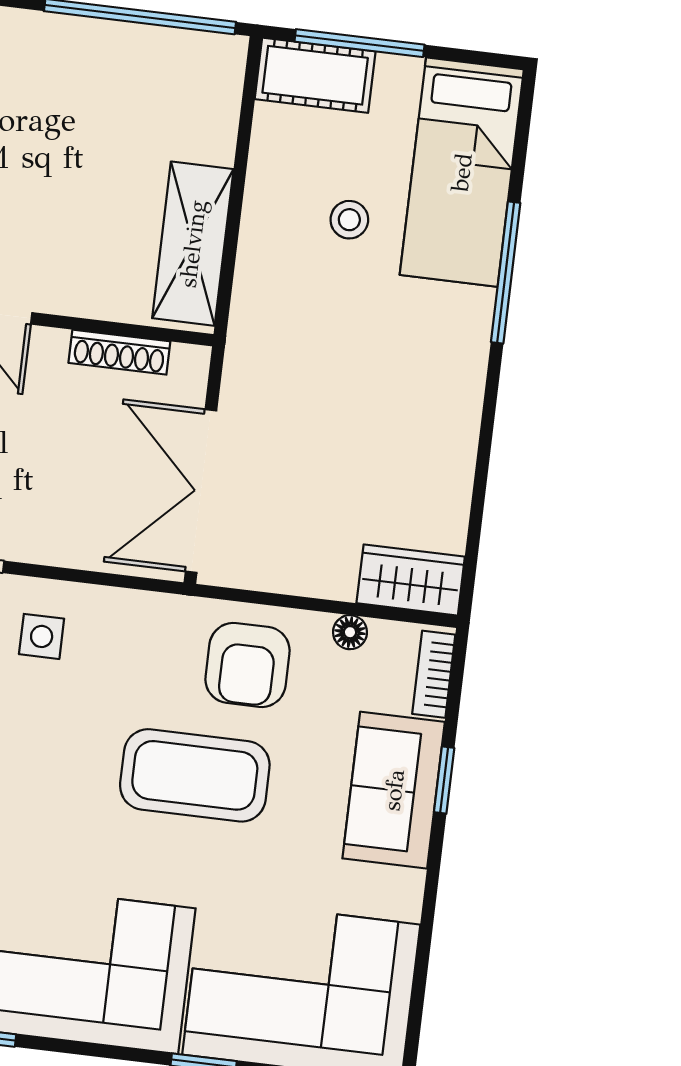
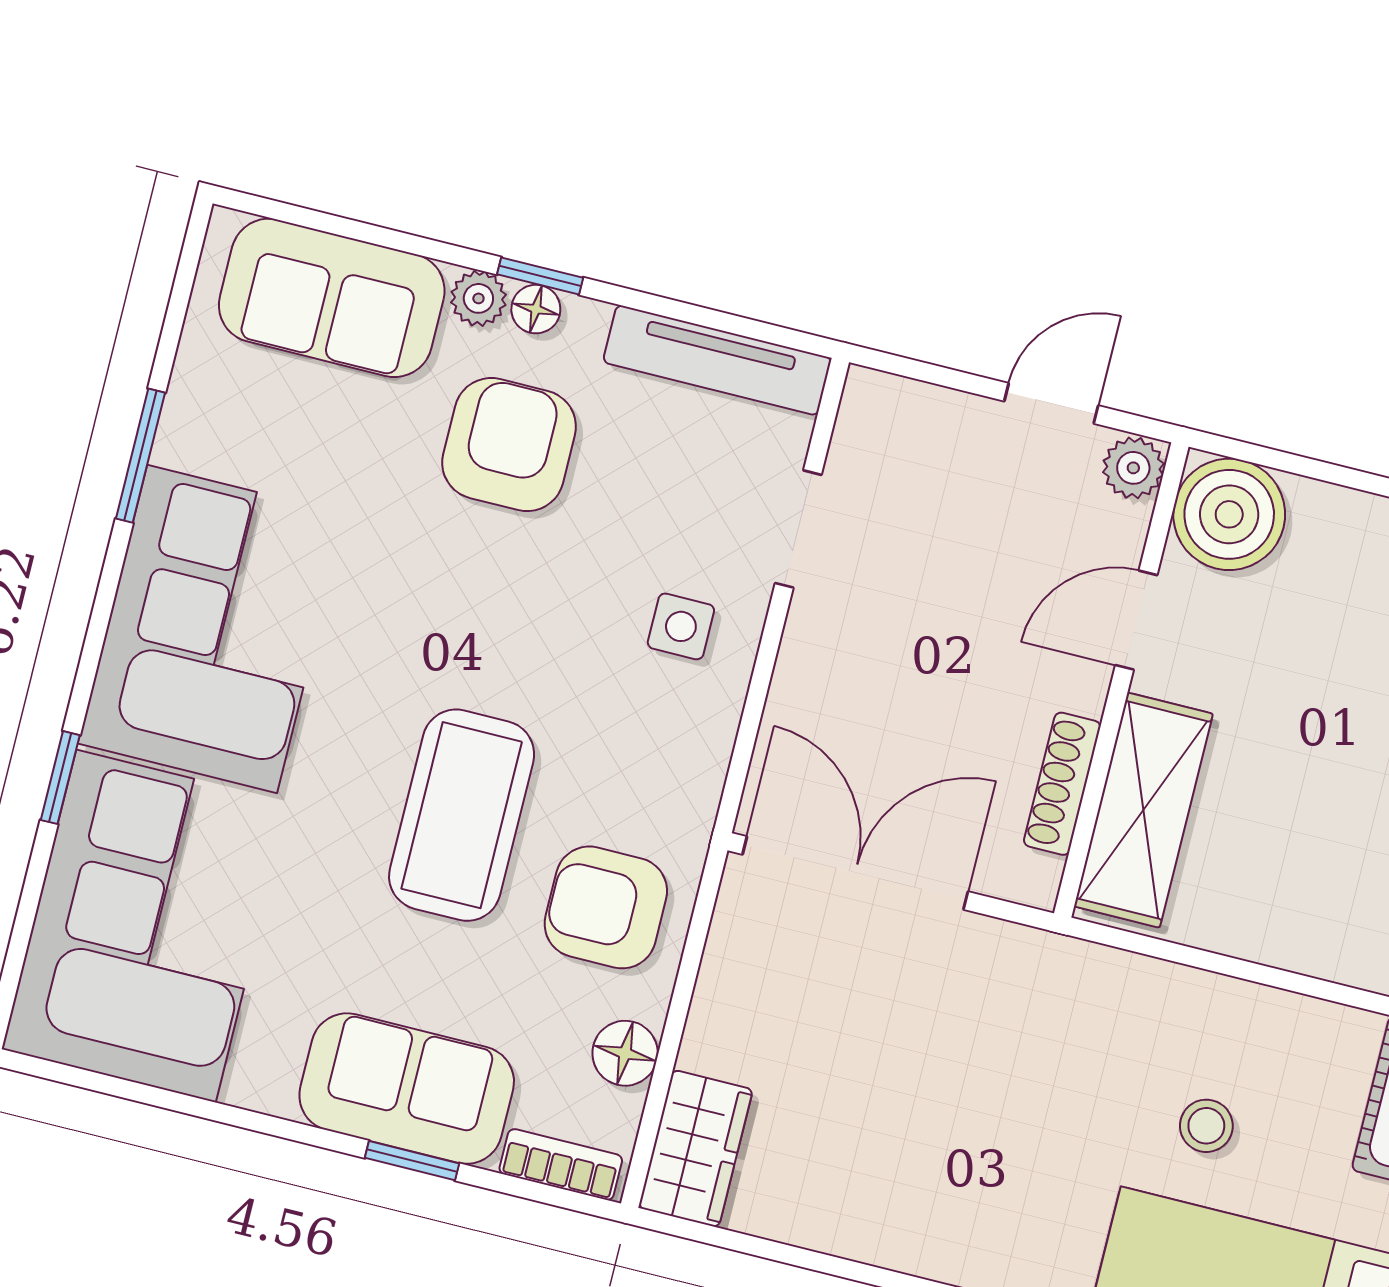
shelving: (193, 244) -> (1143, 810), moved, turned 90
floor lamp: (350, 632) -> (625, 1053), width x1.37, depth x1.37

